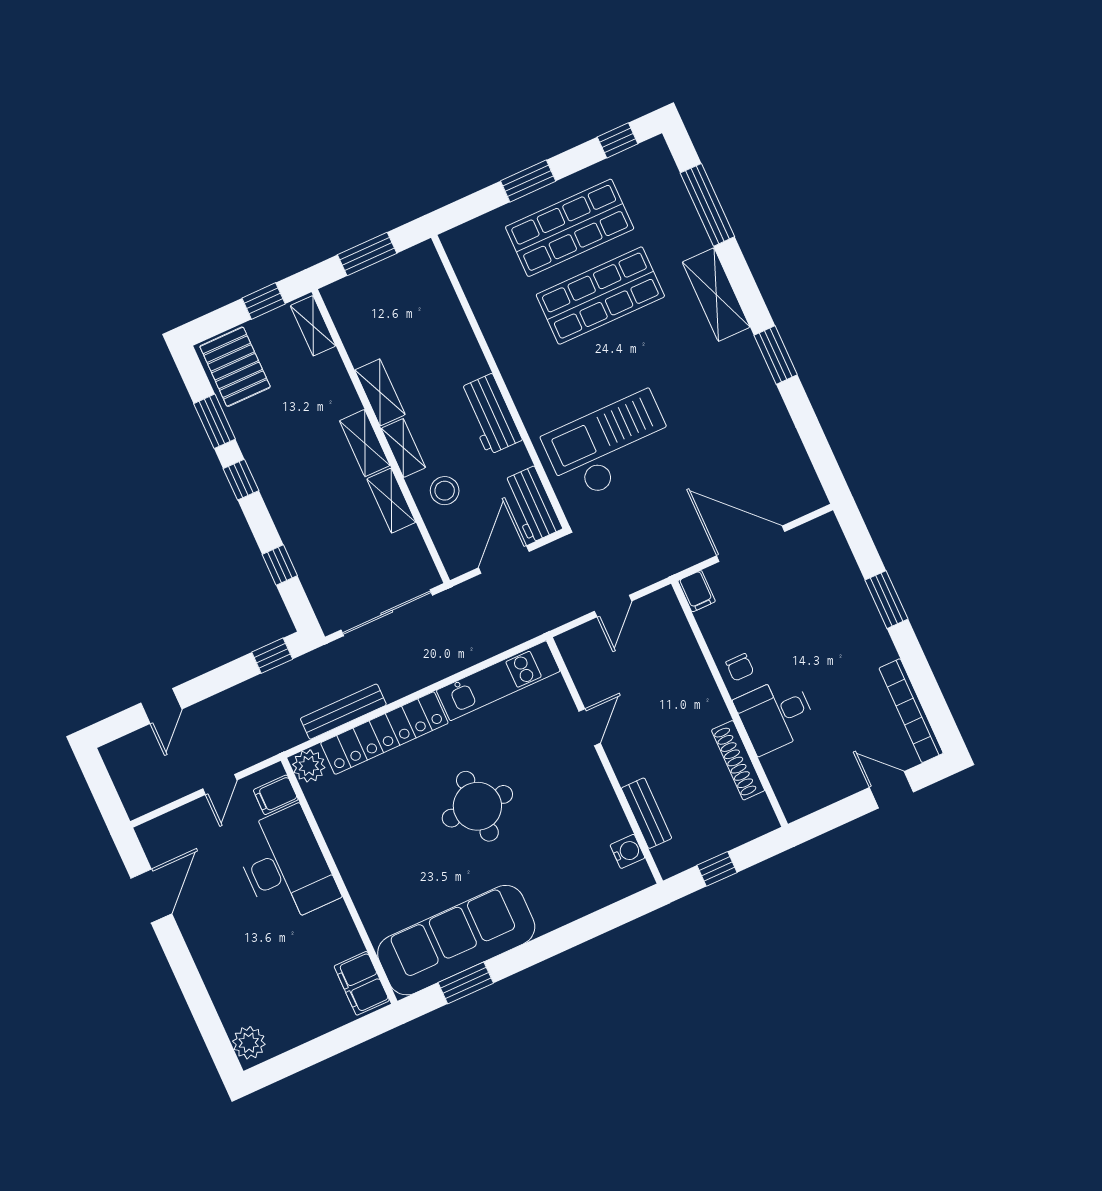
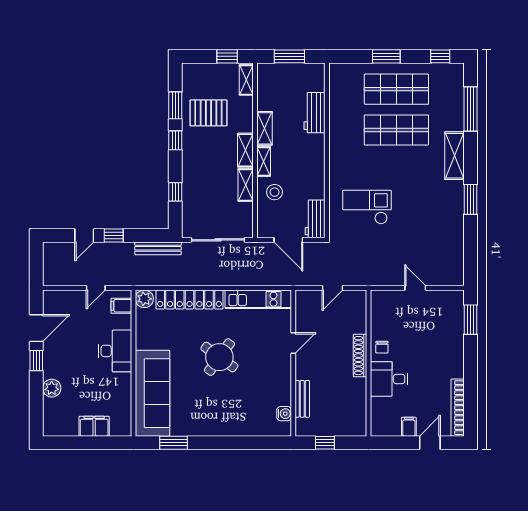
pallet: (235, 367) -> (208, 113), moved, turned 90
workbench: (490, 414) -> (315, 113), moved
checkout: (610, 446) -> (367, 207), width x0.73, depth x0.83
door: (751, 544) -> (415, 288), width x0.53
door: (504, 560) -> (288, 240), swing flipped
filing cabinet: (697, 591) -> (409, 427), moved, turned 180
window: (886, 600) -> (470, 320), moved
window: (272, 656) -> (114, 235), moved
bench: (343, 712) -> (158, 248), moved
shoe rack: (738, 760) -> (360, 356), moved
door: (891, 790) -> (430, 443), hinge flipped
round table: (477, 806) -> (219, 357), turned 36
desk: (285, 866) -> (115, 351), width x0.73, depth x0.77
sofa: (456, 940) -> (152, 393), moved, turned 90
window: (176, 950) -> (36, 361), added
filing cabinet: (362, 983) -> (94, 426), moved, turned 90
plant: (249, 1043) -> (52, 388), moved

